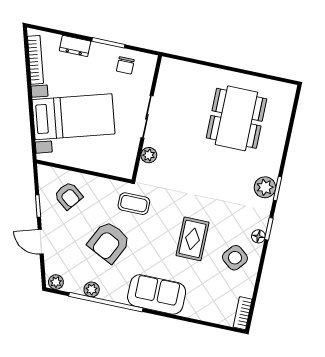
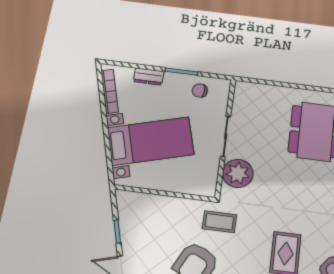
chair: (125, 65) -> (200, 91), turned 90
plant: (149, 155) -> (238, 173), width x1.88, depth x1.88
armchair: (68, 196) -> (149, 219), removed

